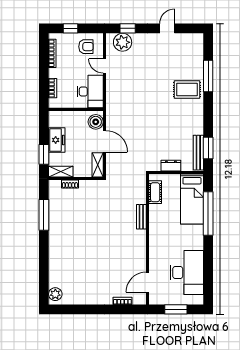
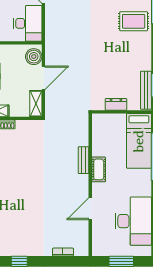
door: (105, 141) -> (43, 78), hinge flipped
cot: (155, 192) -> (99, 169), moved
door: (147, 282) -> (90, 209), moved
window: (82, 309) -> (19, 261), added

